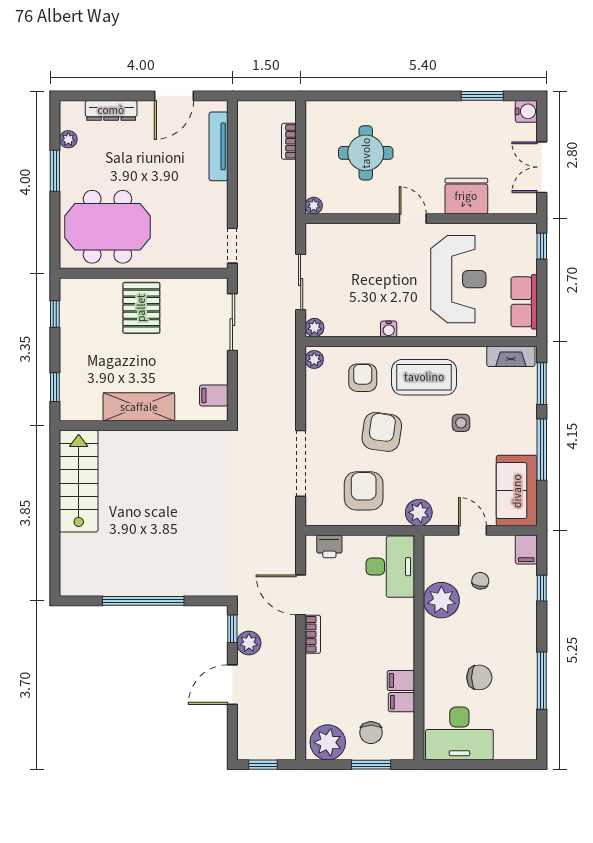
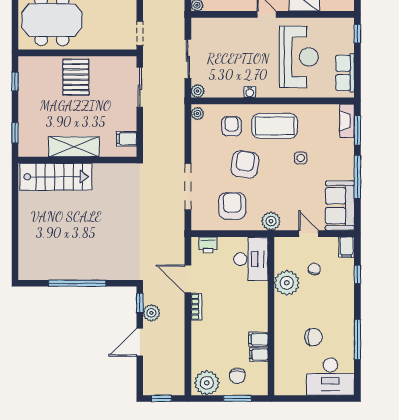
fireplace: (511, 356) -> (347, 121), moved, turned 90
stairs: (79, 481) -> (56, 177), moved, turned 90
desk: (459, 734) -> (330, 377), moved

